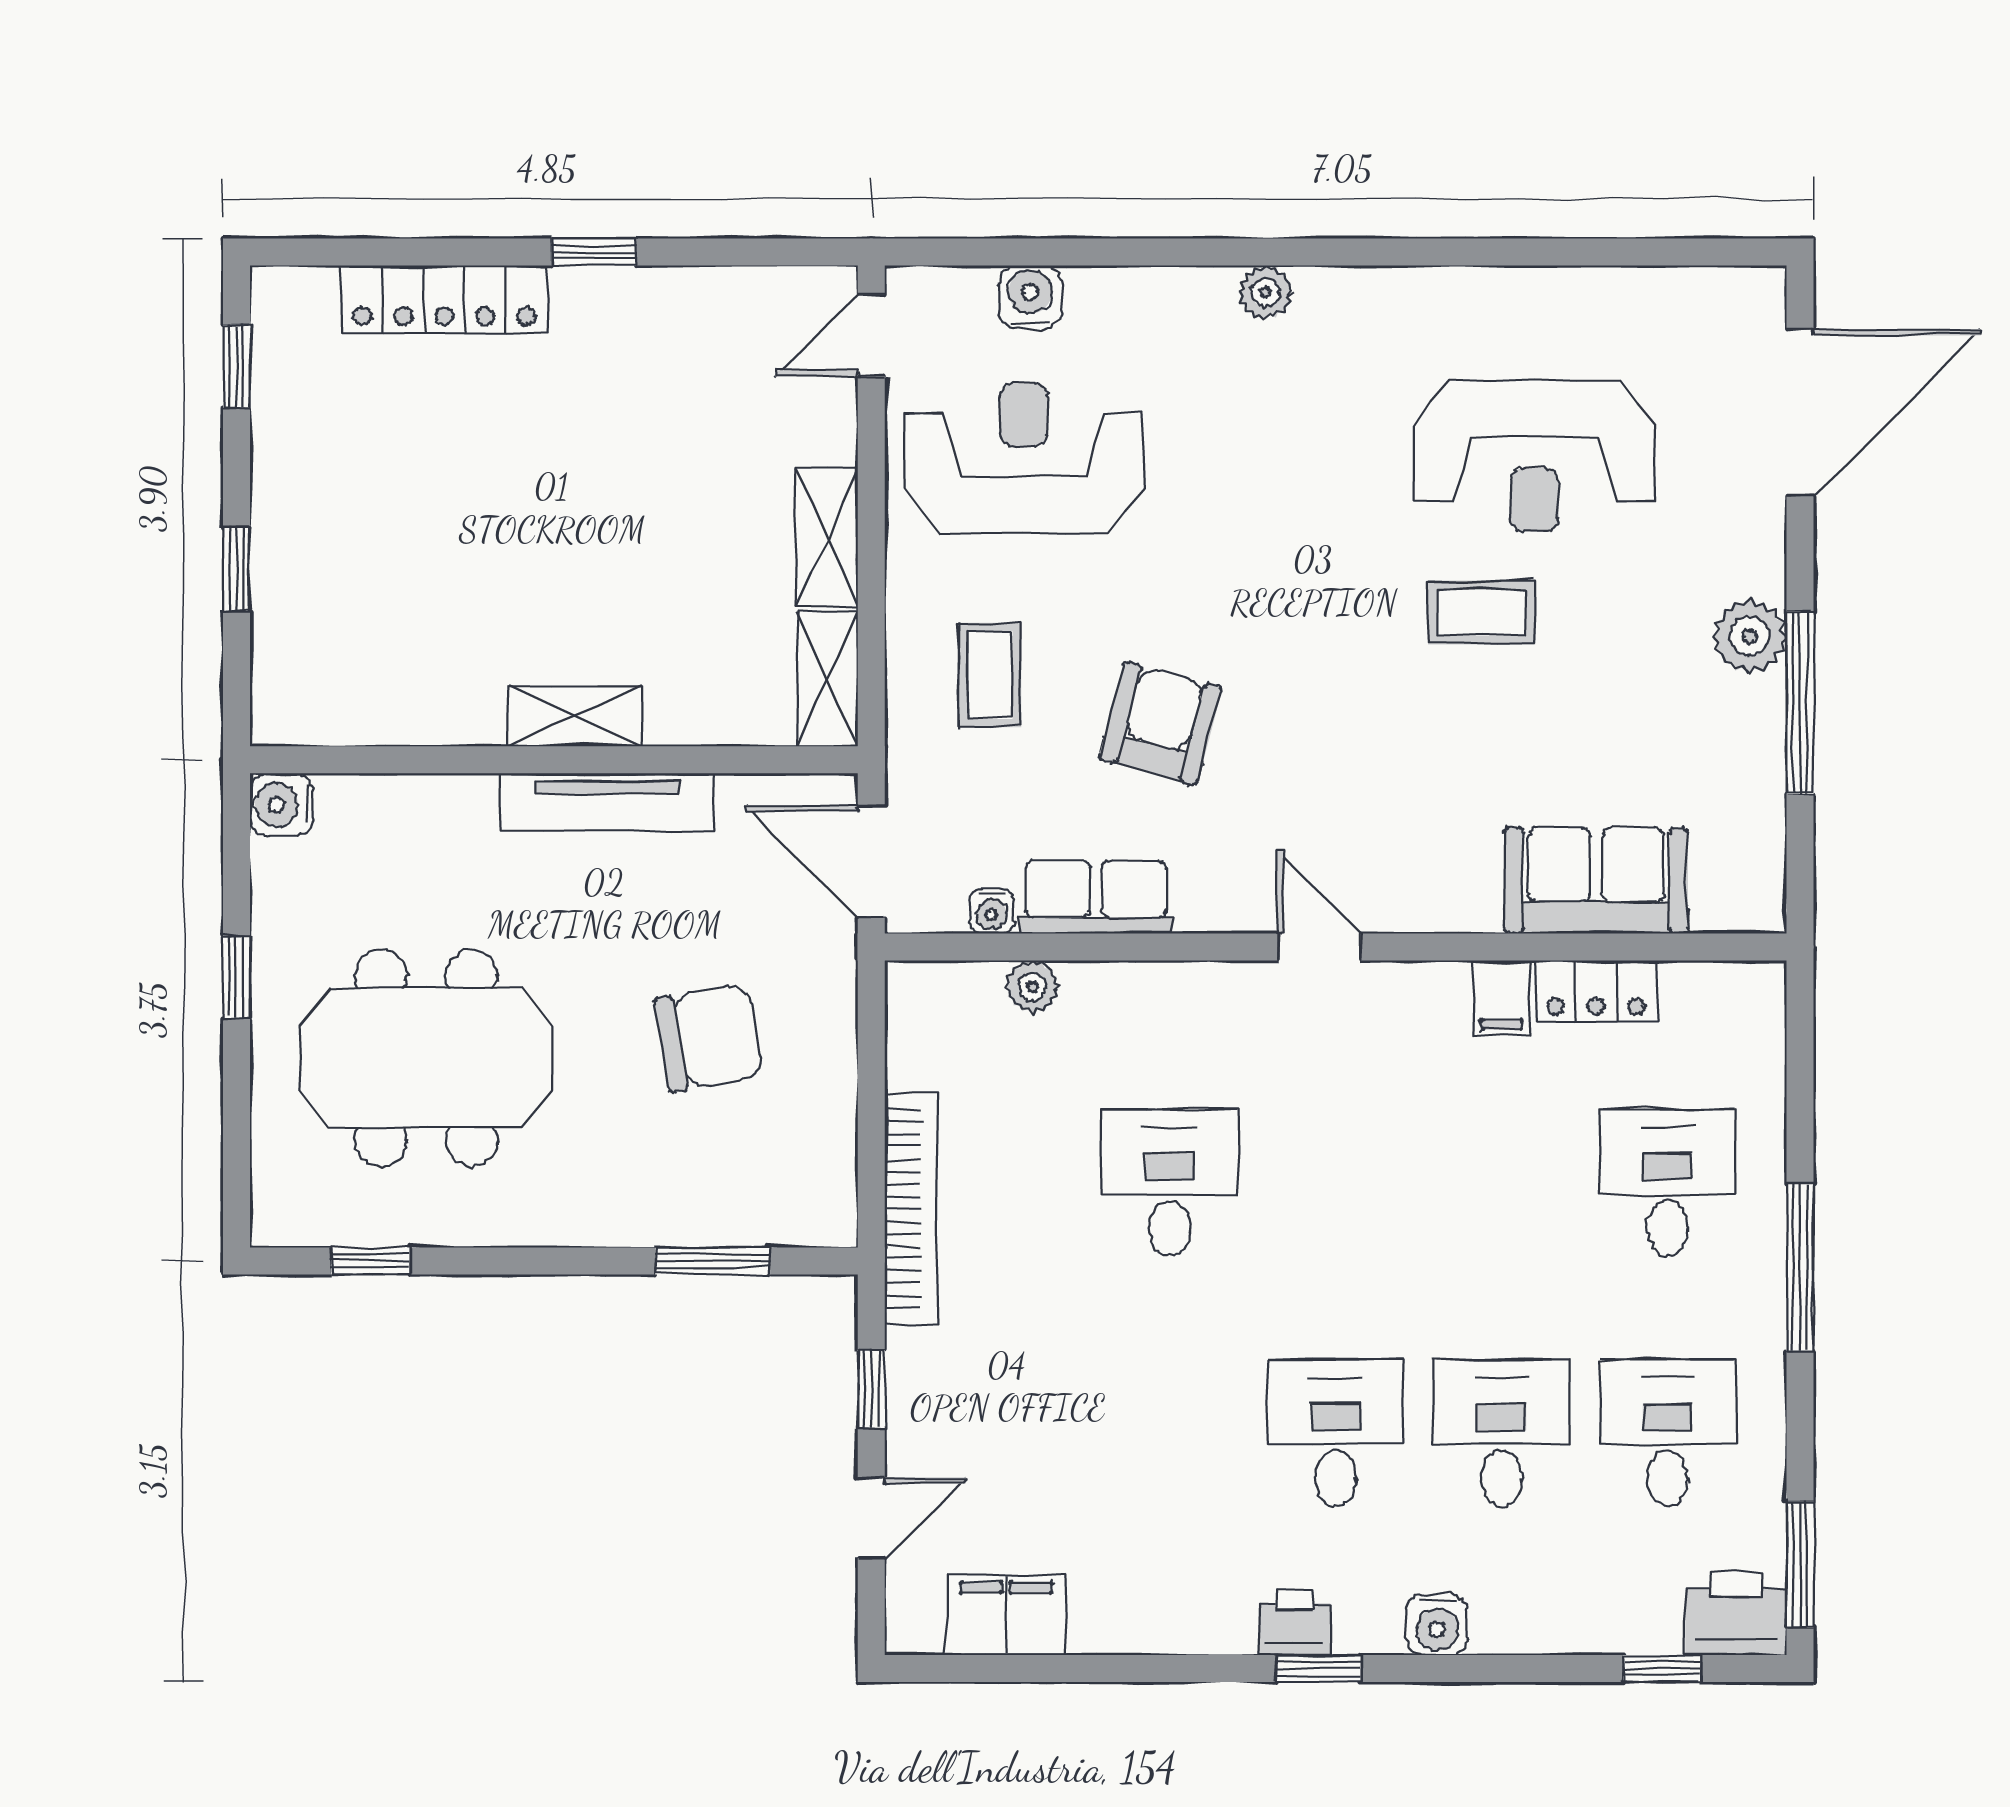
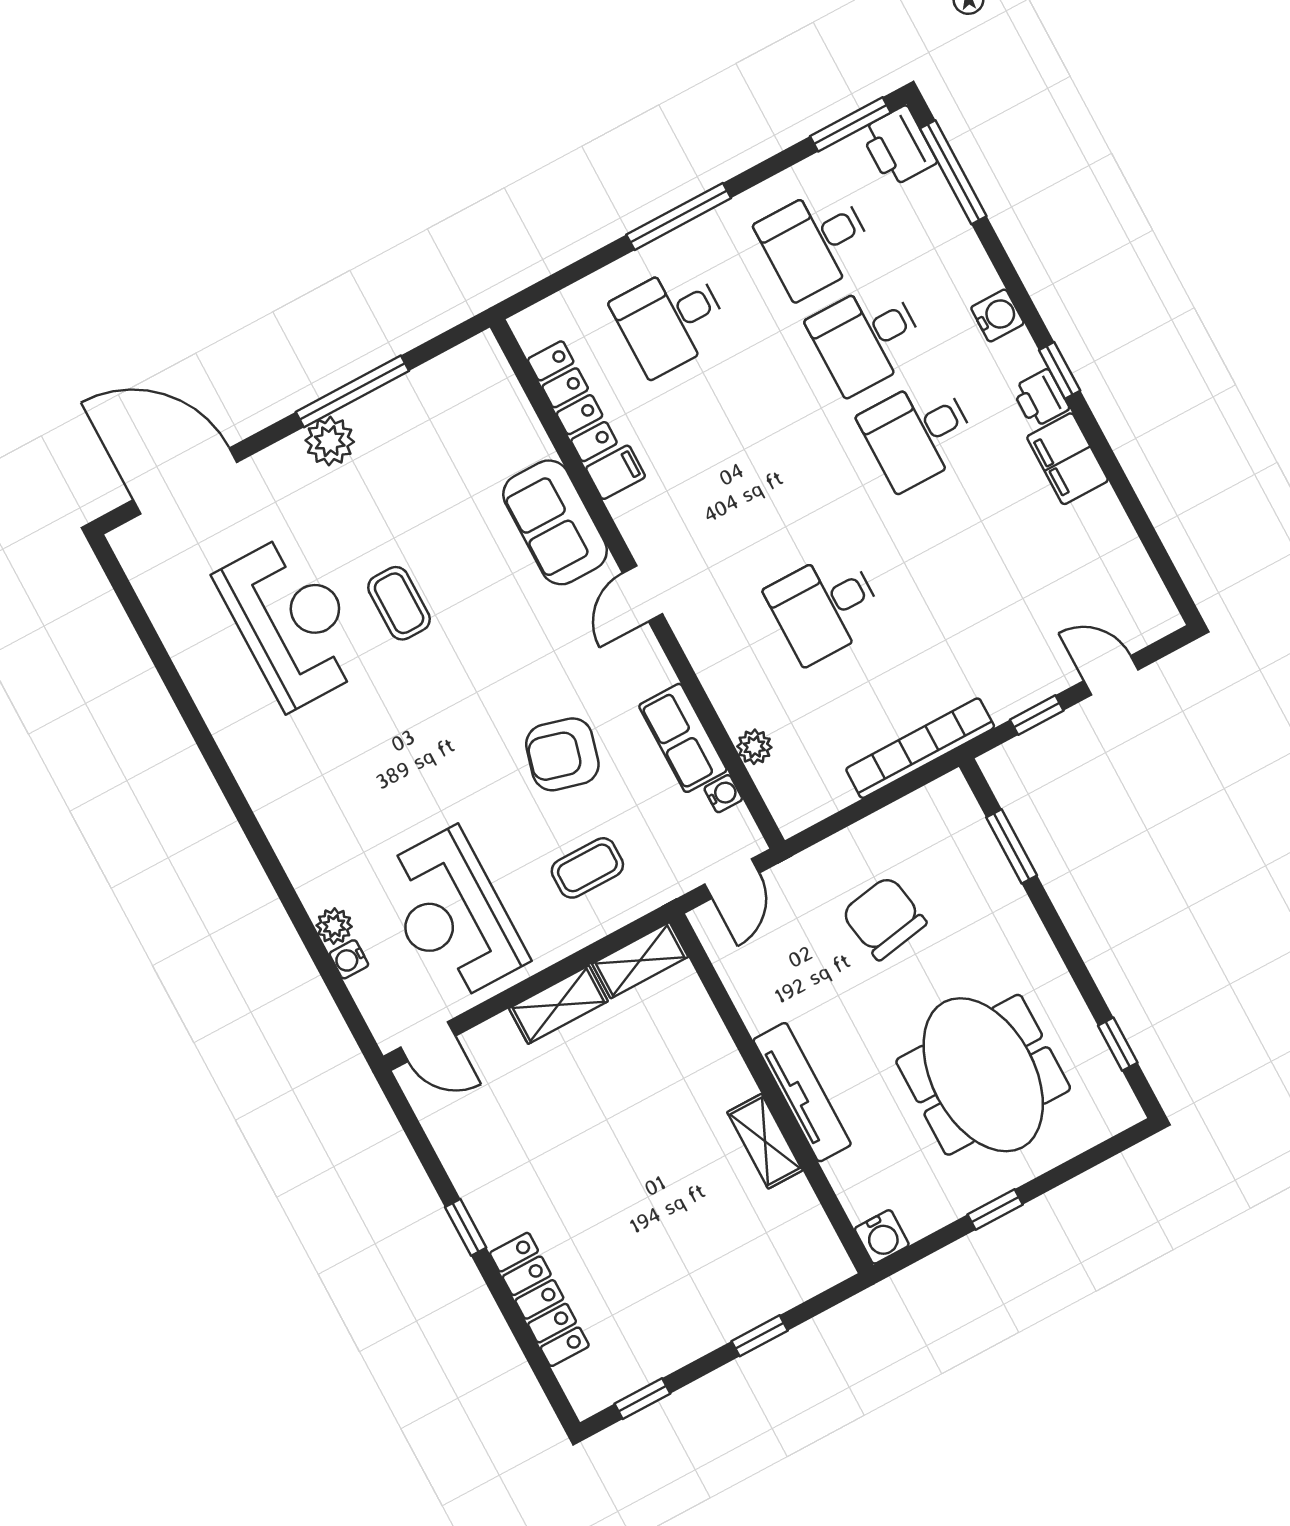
plant: (1265, 292) -> (334, 926), moved
water cooler: (1030, 297) -> (349, 959), width x0.72, depth x0.72
shelving: (575, 717) -> (765, 1141), moved
tv unit: (607, 802) -> (802, 1092), moved
door: (871, 861) -> (732, 879), width x0.73
sofa: (1596, 881) -> (555, 522), moved
locker: (1596, 991) -> (572, 401), width x1.53
filing cabinet: (1006, 1616) -> (1067, 459), moved
window: (1662, 1669) -> (953, 172), width x2.17

